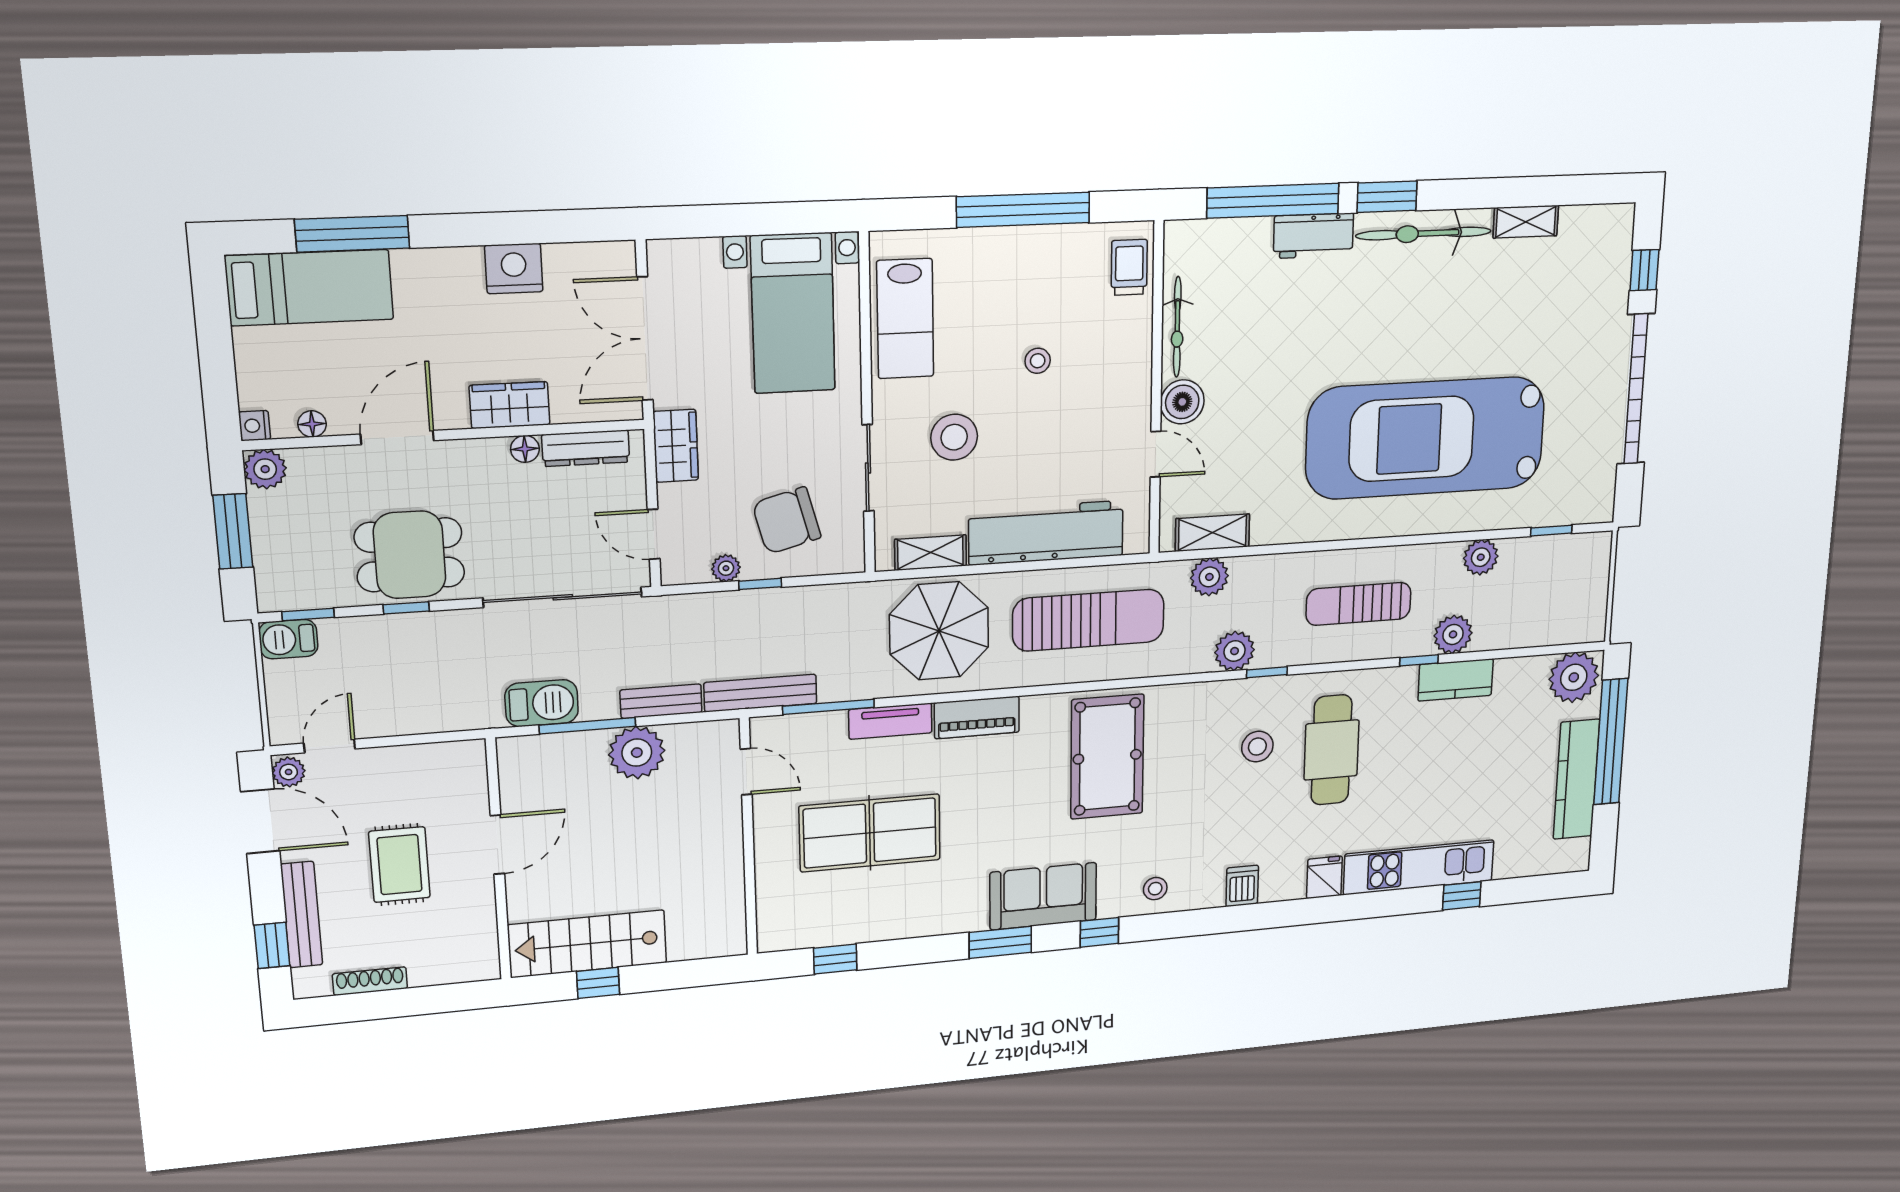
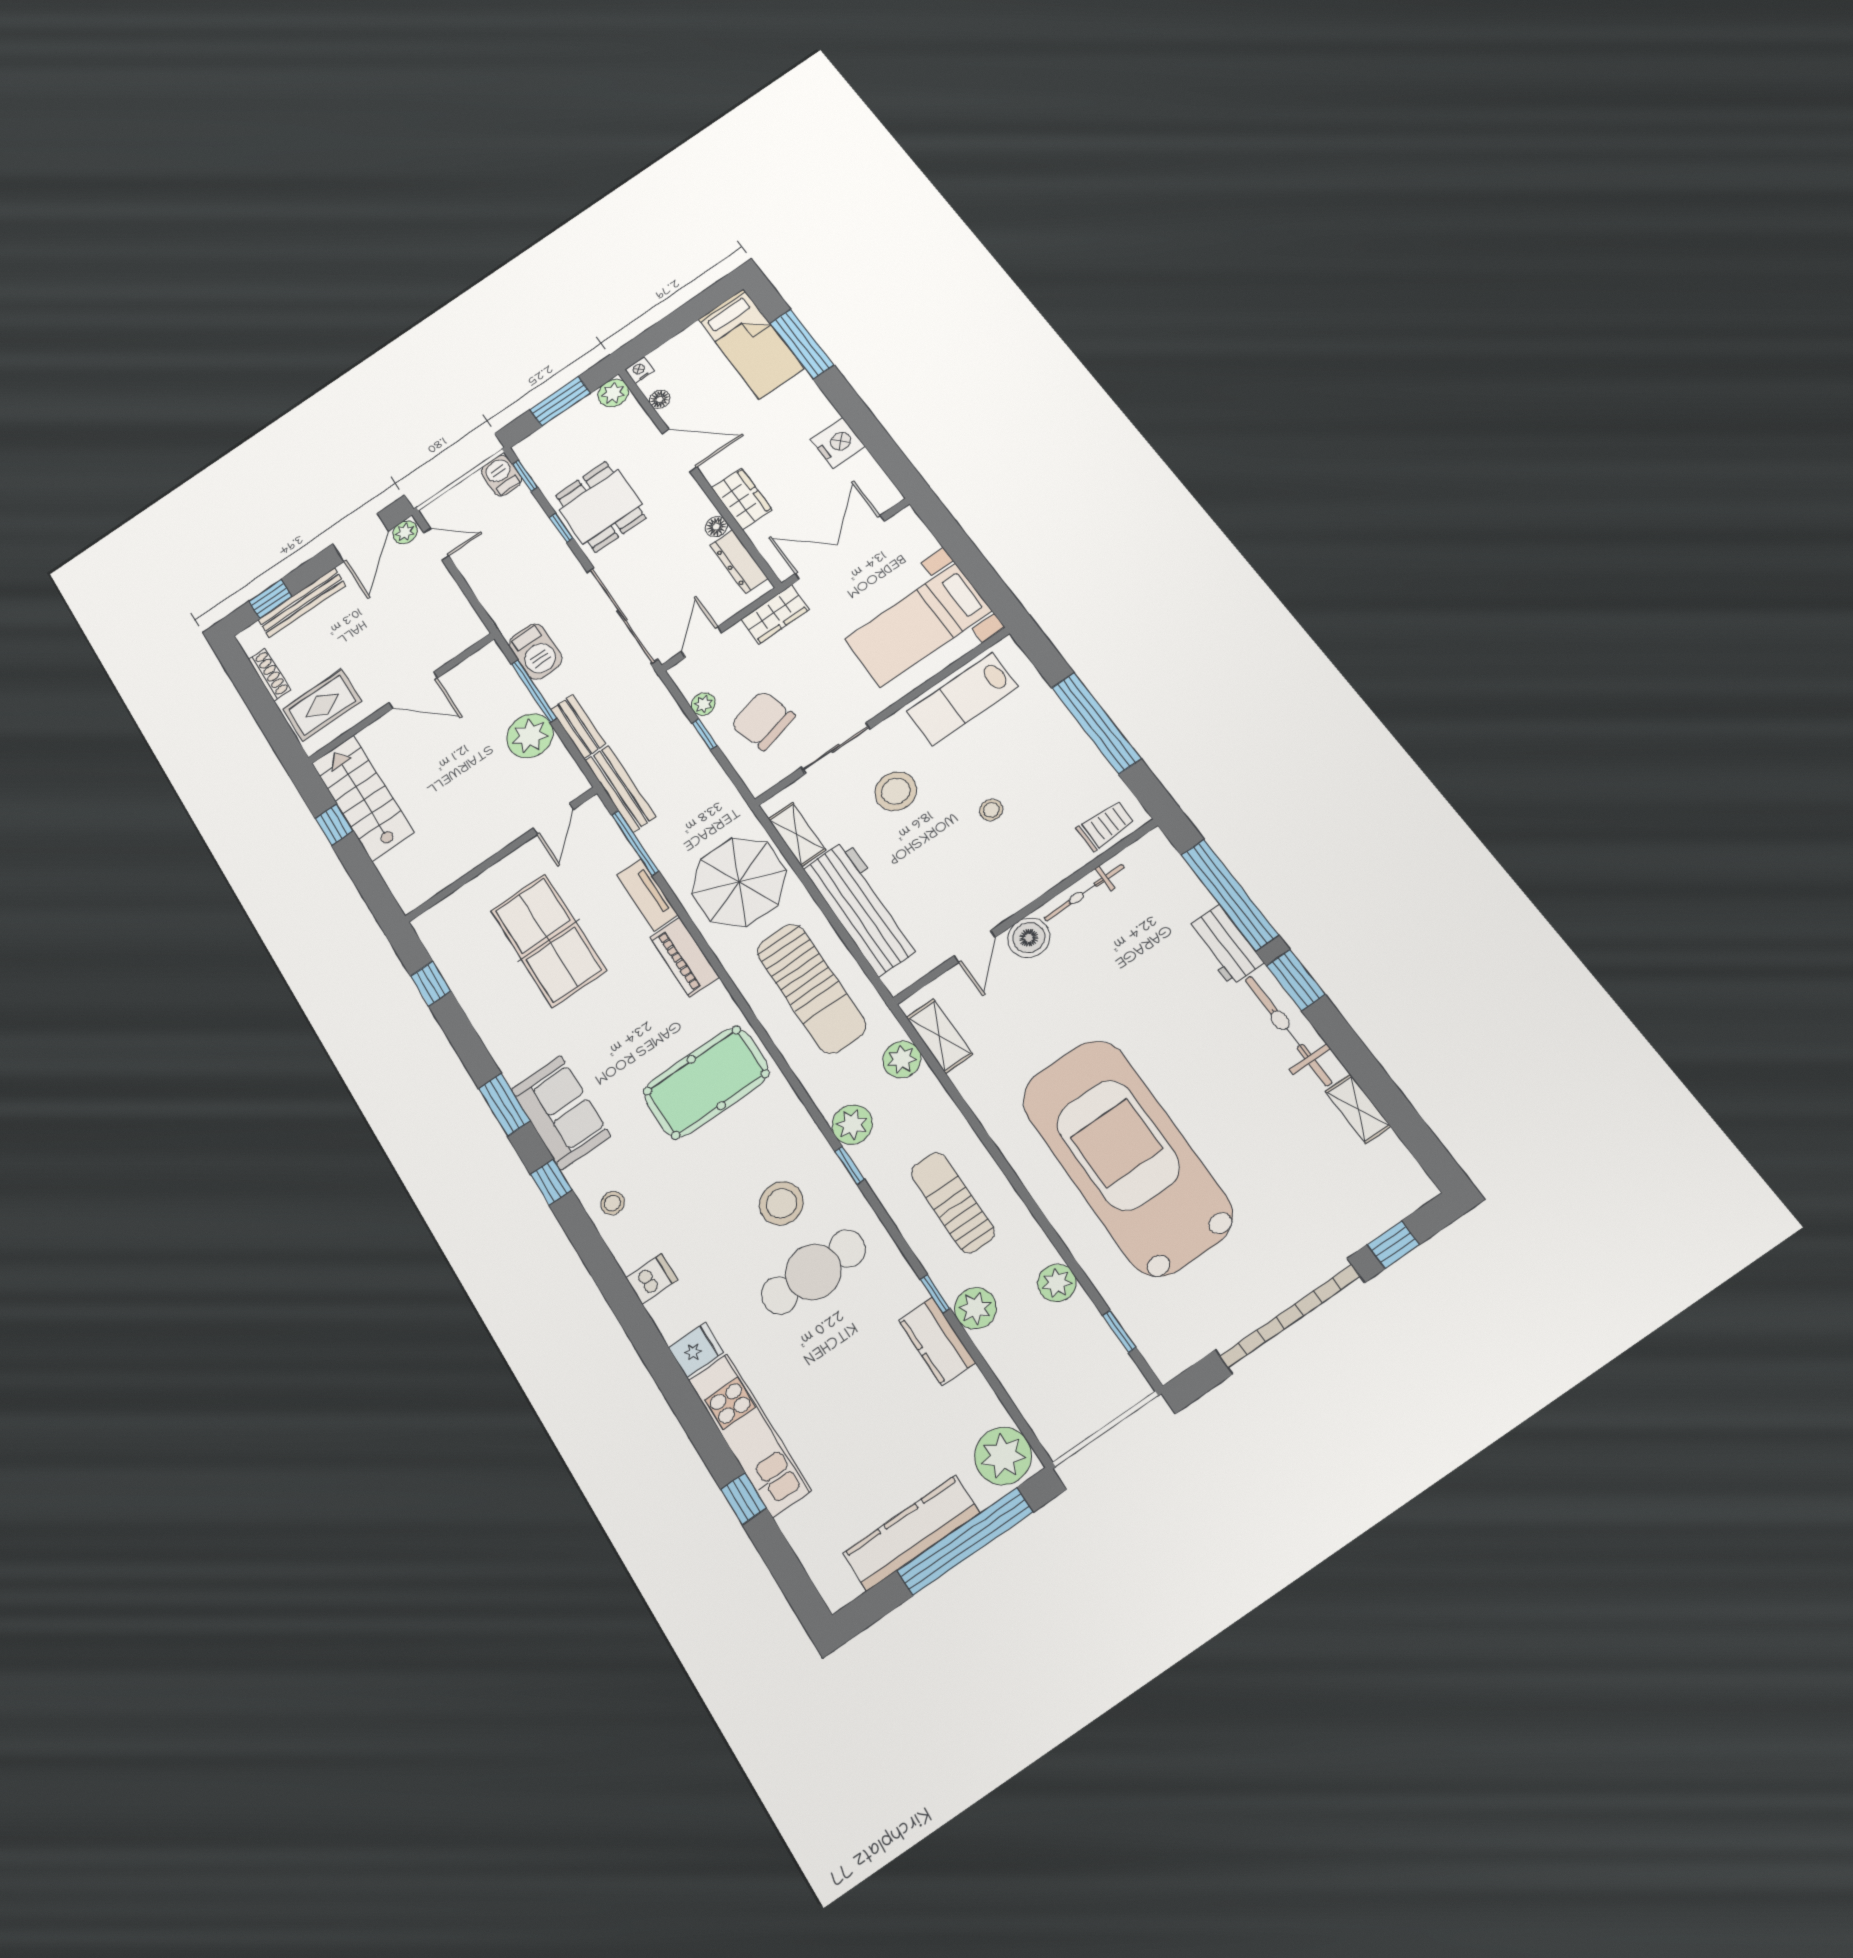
stool: (1257, 747) -> (781, 1203), width x1.38, depth x1.38
rug: (399, 865) -> (322, 705), moved

